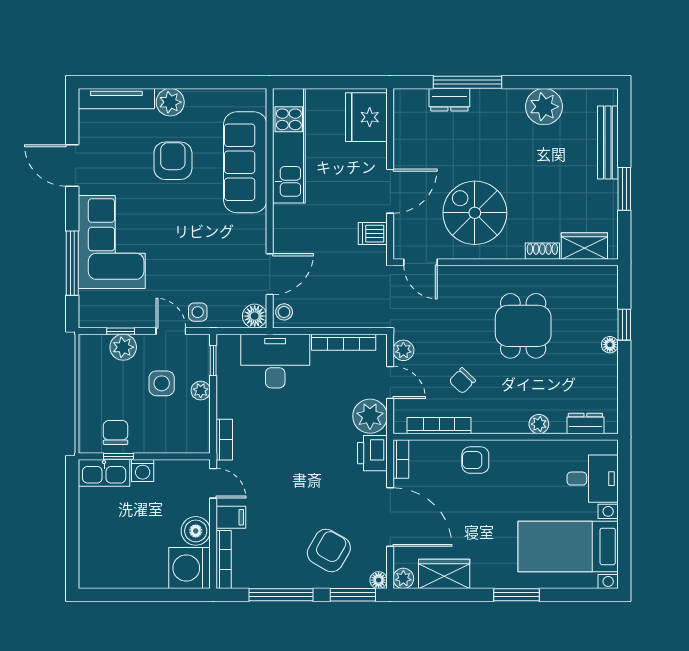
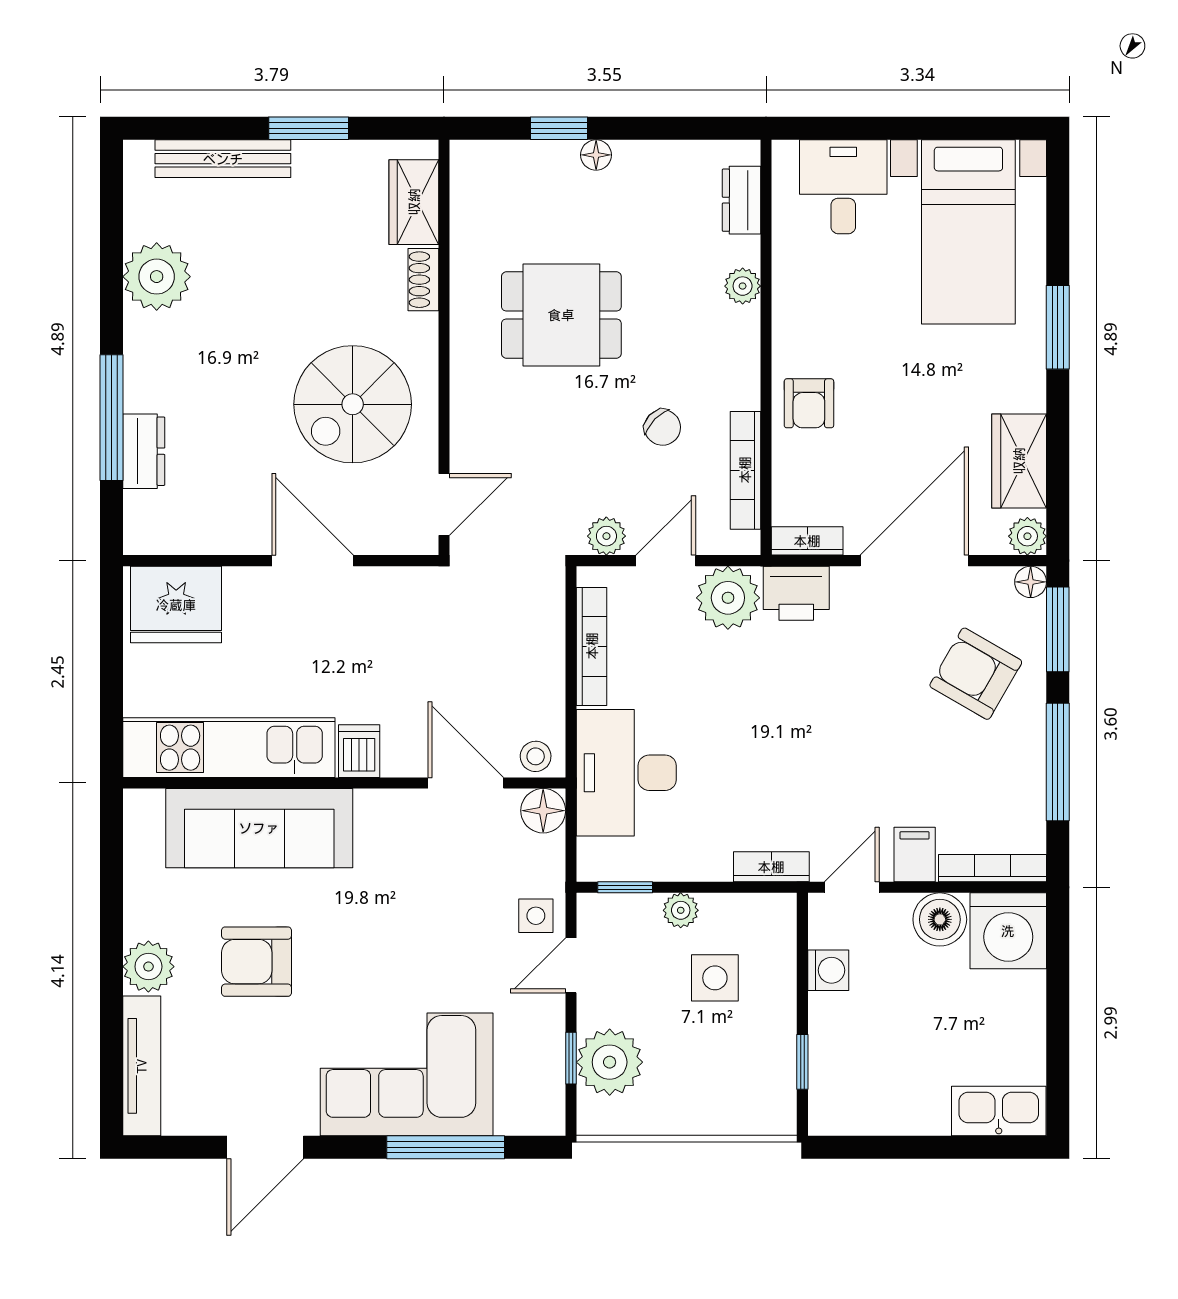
dishwasher: (373, 234) -> (359, 751), moved, turned 180
plant: (123, 347) -> (610, 1062), width x1.36, depth x1.36
side table: (162, 383) -> (715, 978), moved
chair: (116, 433) -> (758, 1067), removed
washing machine: (143, 470) -> (828, 970), moved
kitchen sink: (104, 473) -> (999, 1111), moved, turned -90

